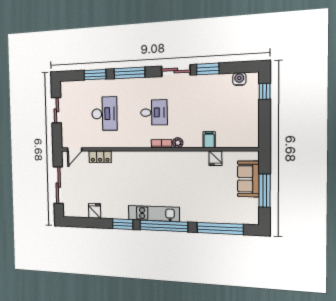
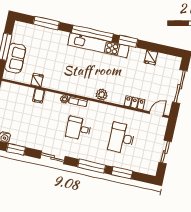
window: (208, 69) -> (16, 149), moved
plant: (137, 158) -> (102, 95), added
kitchen unit: (154, 213) -> (98, 45), width x1.36
window: (220, 229) -> (46, 23), width x0.68

